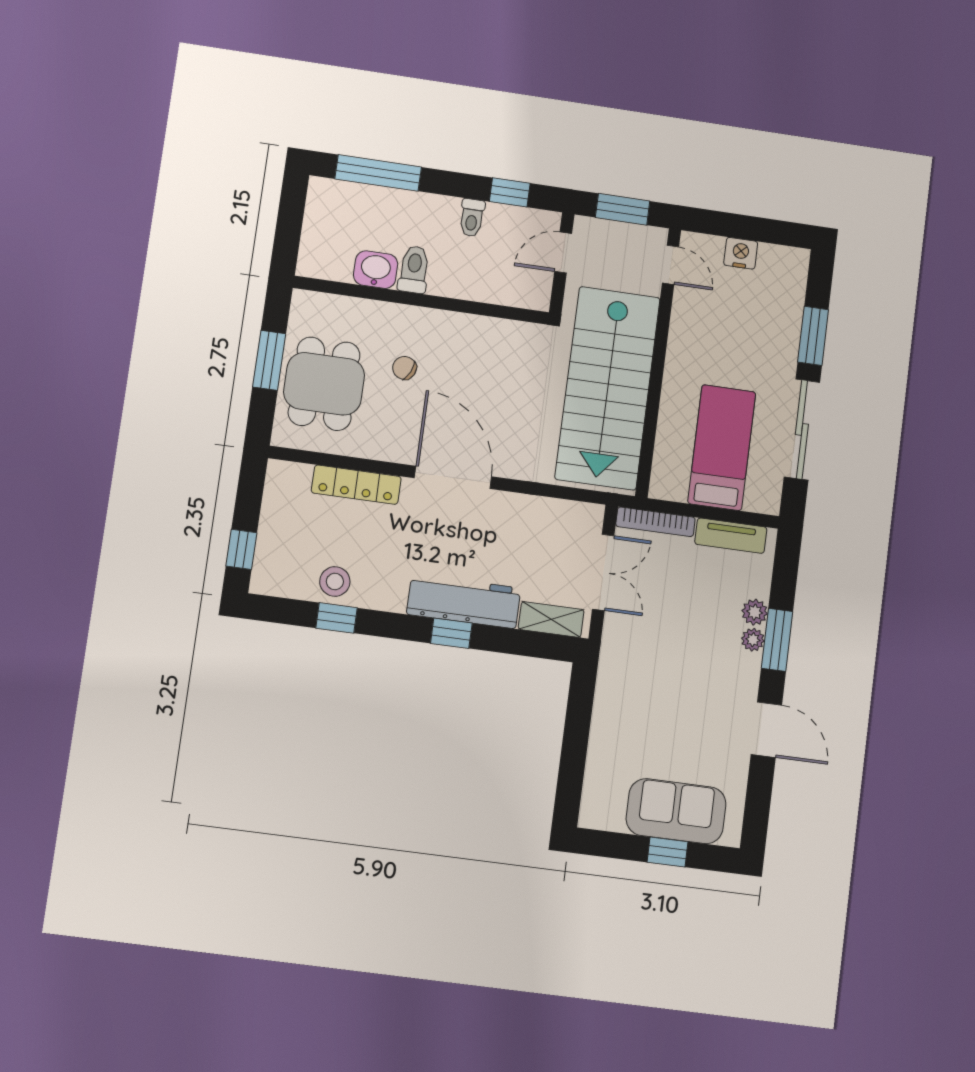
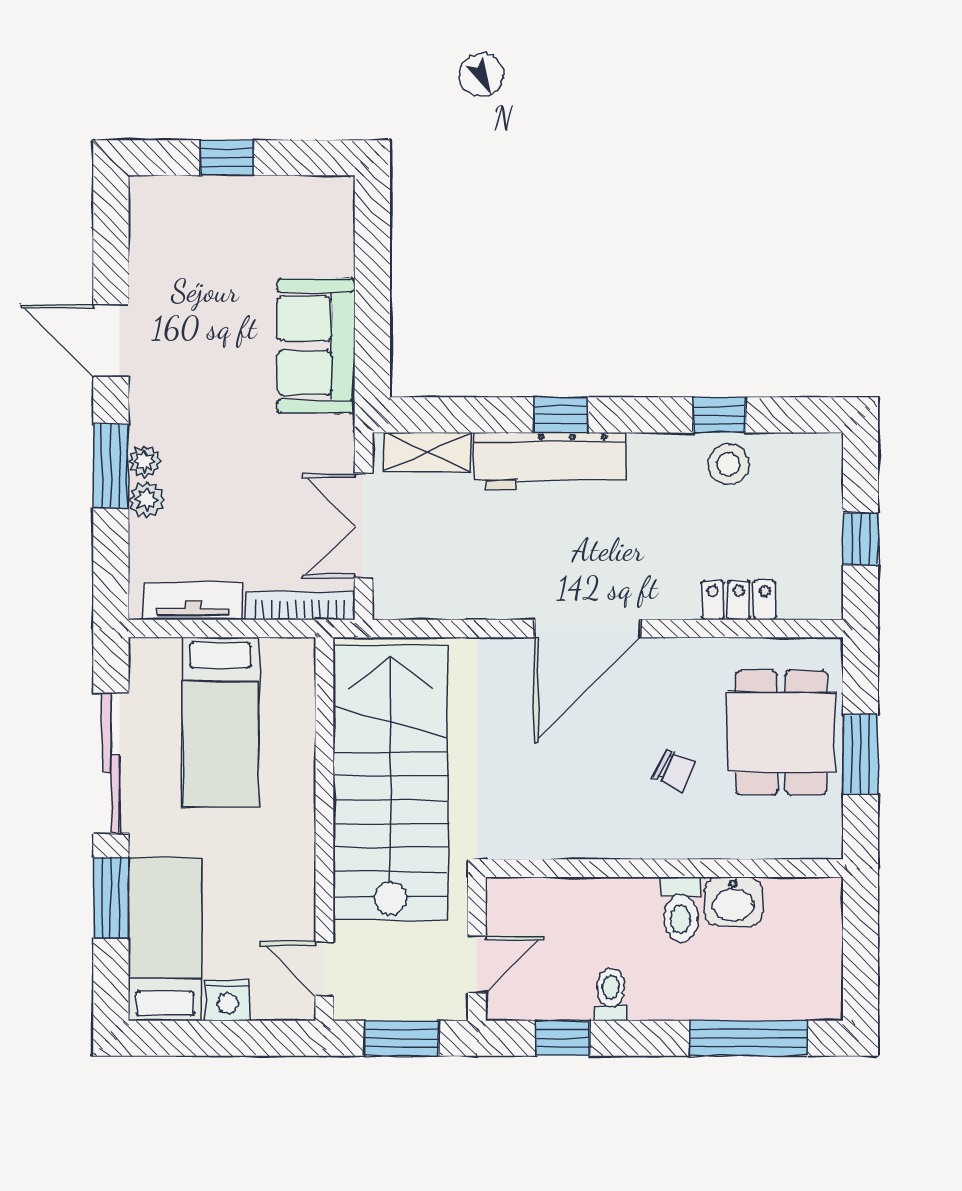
bed: (779, 302) -> (165, 939), added
door: (453, 477) -> (588, 628), hinge flipped
locker: (356, 485) -> (739, 600), width x0.66
window: (241, 549) -> (861, 539), moved
sofa: (676, 811) -> (316, 346), moved, turned 90

